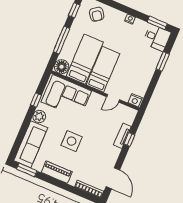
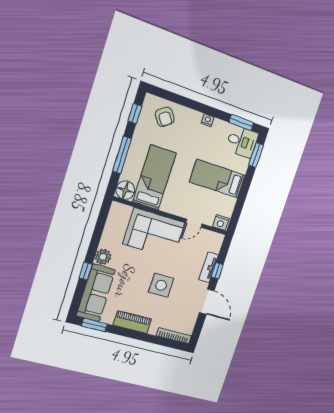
window: (163, 61) -> (256, 155), moved
bed: (103, 69) -> (217, 179), moved, turned -90
corner sofa: (66, 96) -> (154, 233), moved
window: (36, 100) -> (86, 271), moved
side table: (72, 141) -> (161, 285), moved
door: (113, 178) -> (207, 302), moved

